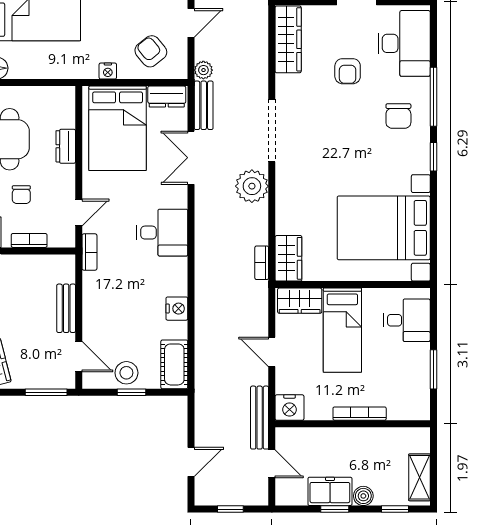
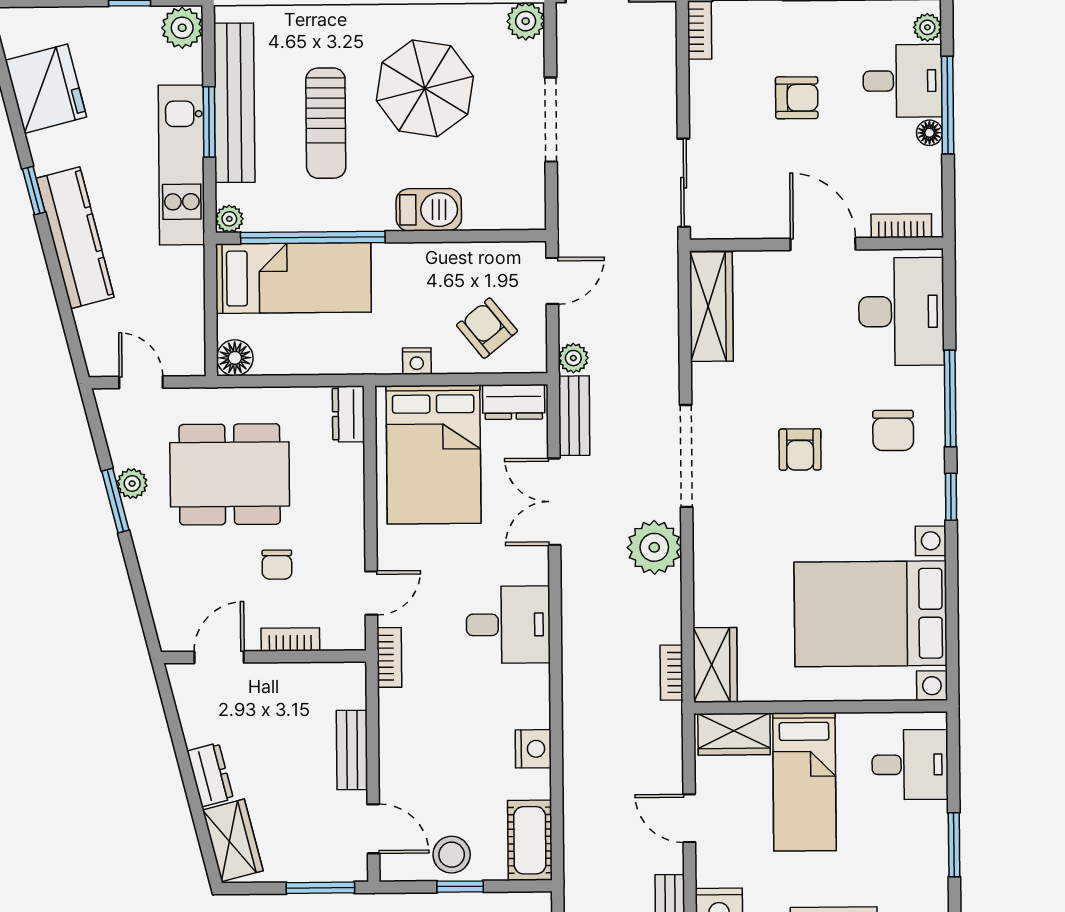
armchair: (348, 71) -> (800, 449), moved
dresser: (66, 146) -> (348, 414), moved

